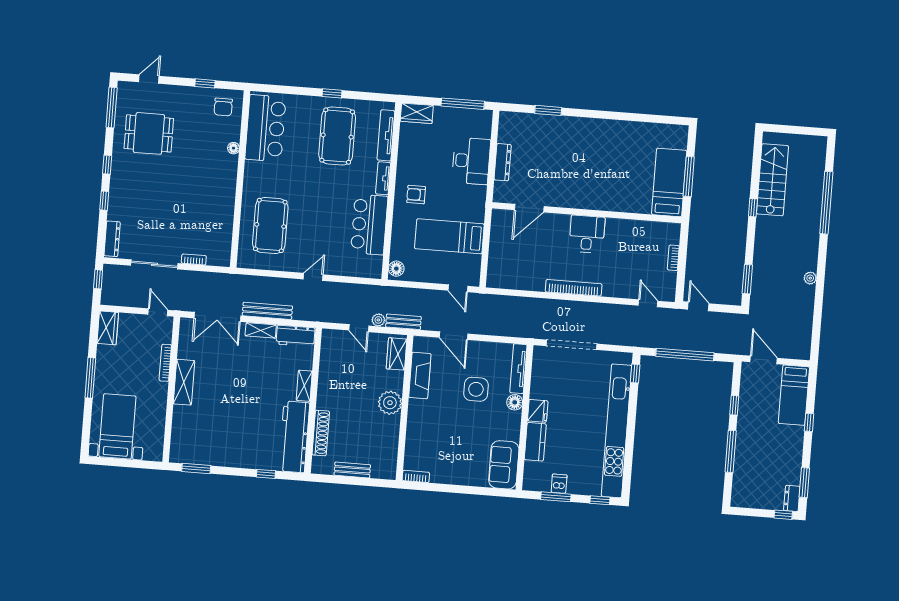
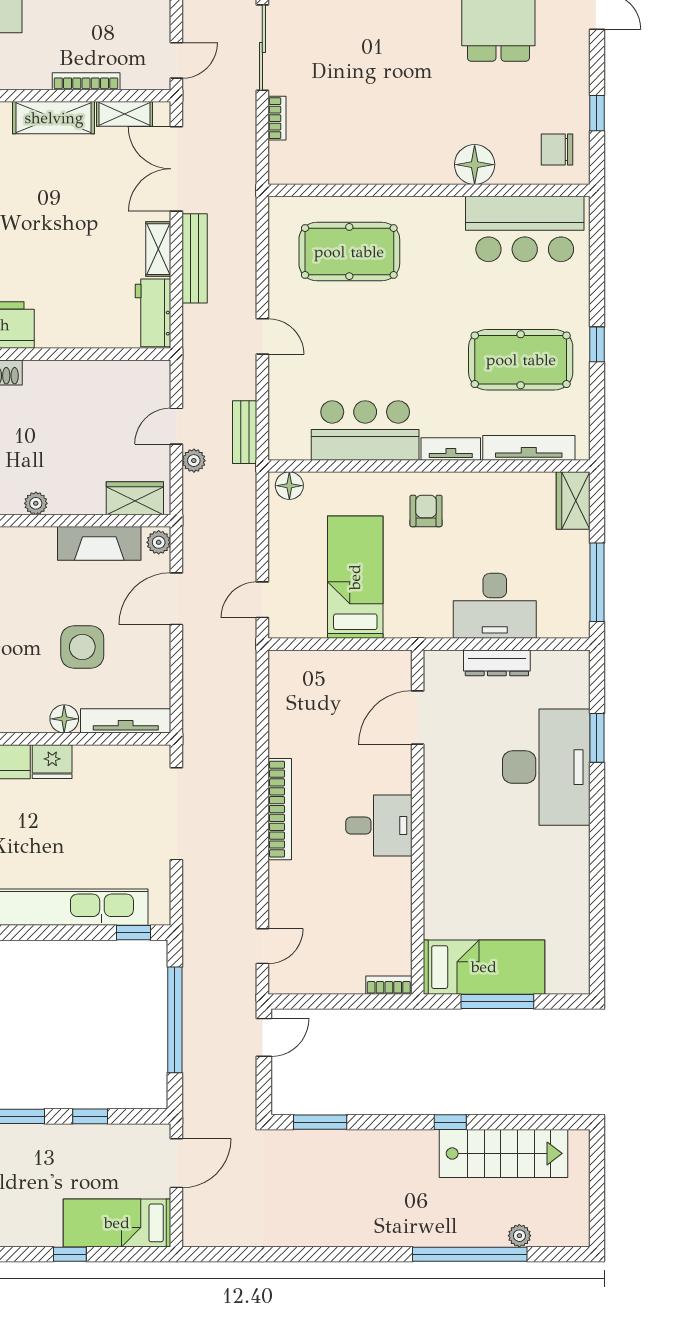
desk: (562, 140) -> (546, 767), added
floor lamp: (233, 148) -> (475, 165), width x1.89, depth x1.89
door: (529, 208) -> (418, 717), hinge flipped
bookcase: (673, 258) -> (389, 985), moved
plant: (810, 278) -> (519, 1236), moved
bench: (403, 322) -> (245, 432), moved
plant: (422, 343) -> (159, 542), added
shelving: (304, 386) -> (124, 114), moved
plant: (390, 403) -> (36, 503), width x0.53, depth x0.53

